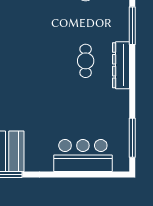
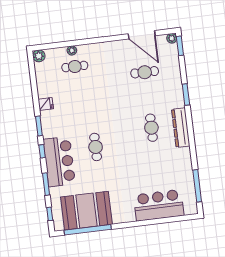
window: (132, 26) -> (186, 94), width x0.69
cafe table: (15, 76) -> (96, 147), added

